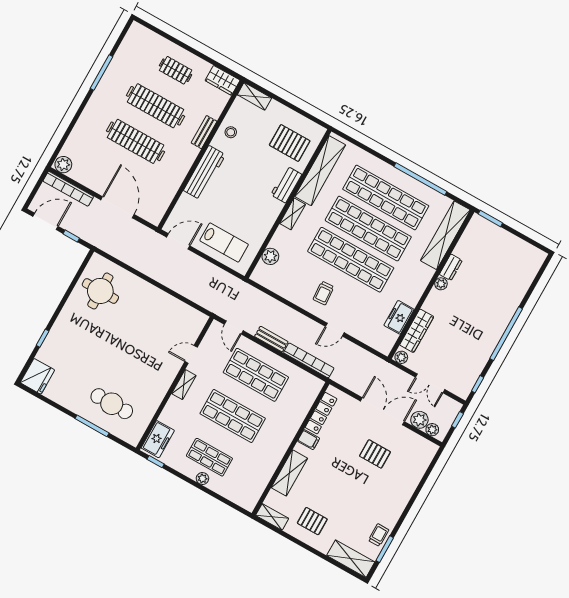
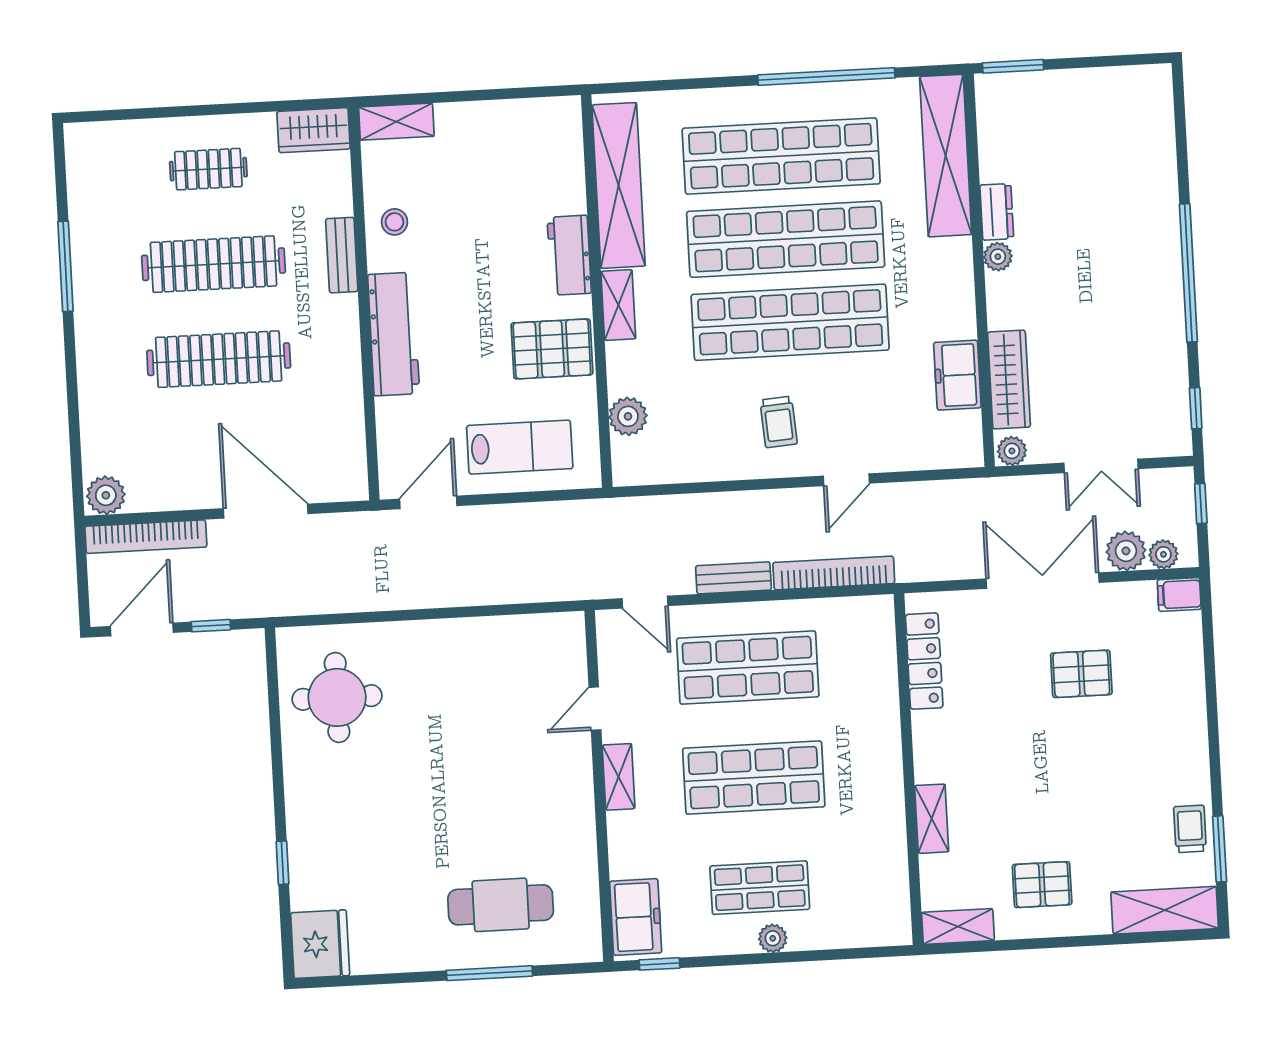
pallet: (290, 143) -> (552, 349), moved
filing cabinet: (309, 440) -> (1179, 594), moved, turned 180
shelving: (289, 473) -> (932, 819), width x0.67, depth x0.75

